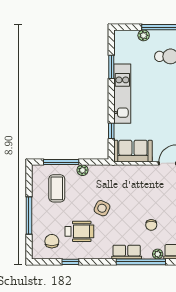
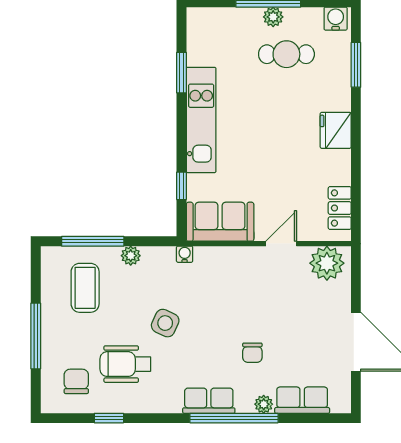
plant: (144, 35) -> (273, 17), moved
water cooler: (113, 169) -> (185, 254), added
wheelchair: (79, 231) -> (125, 364), turned 180

